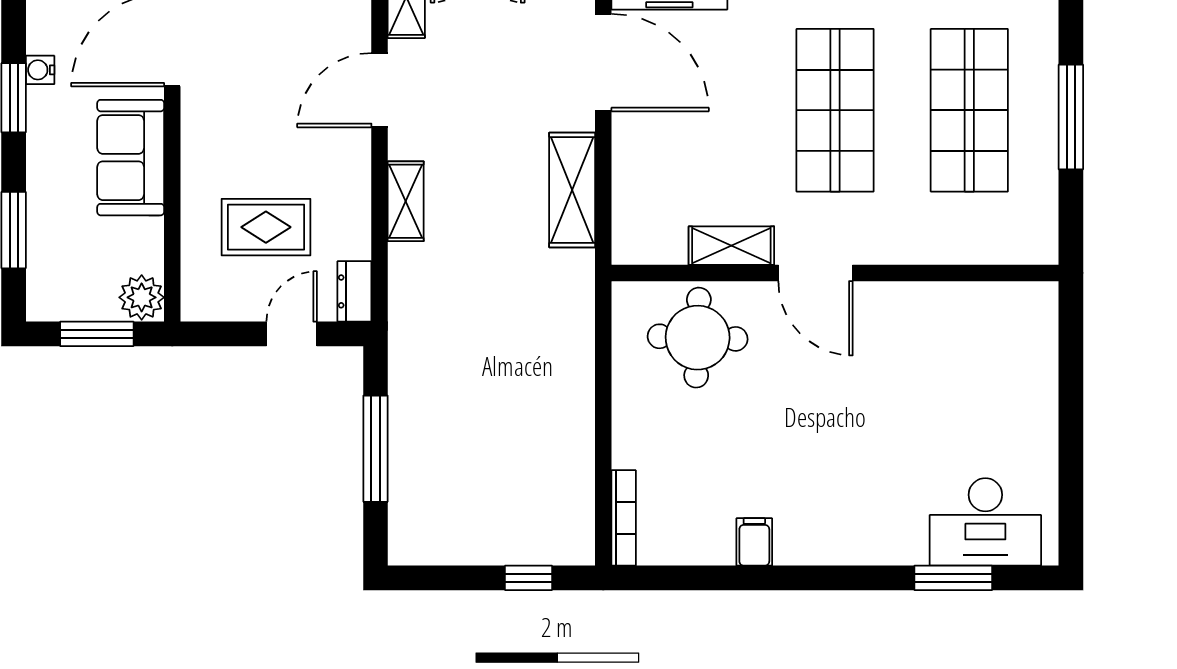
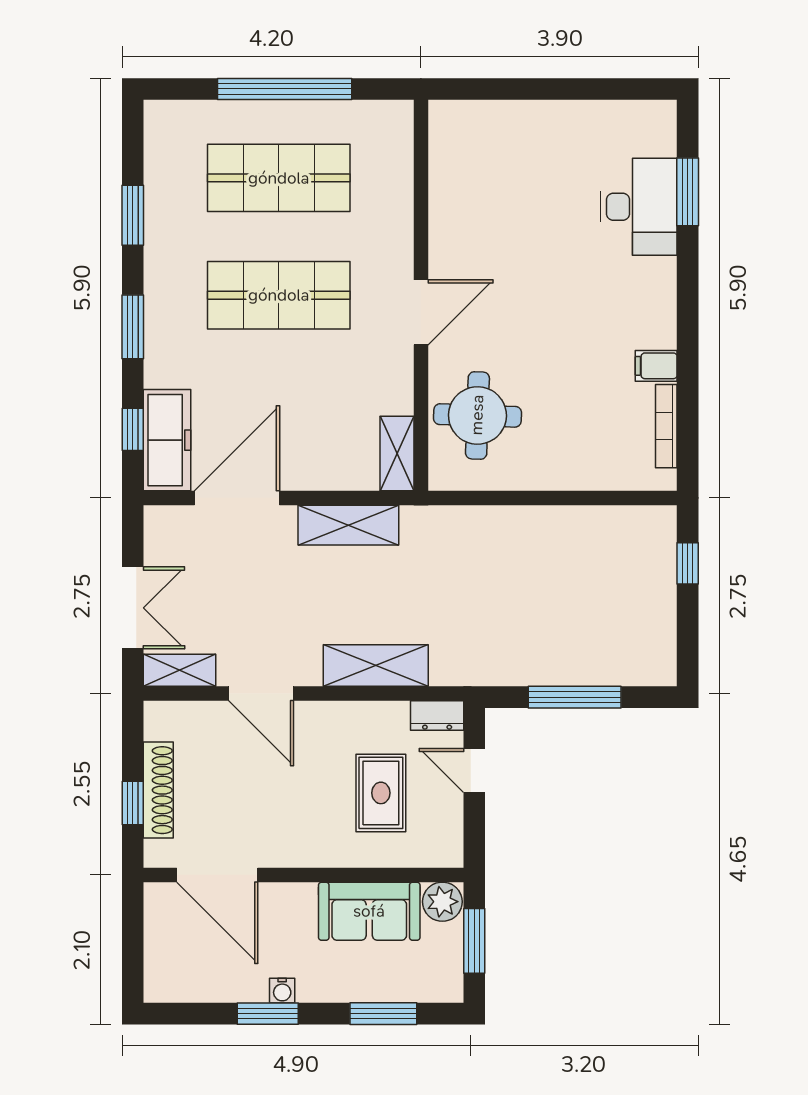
water cooler: (40, 70) -> (282, 990), moved
window: (1071, 117) -> (285, 89), width x1.46
sofa: (131, 158) -> (369, 911), moved
shelving: (406, 201) -> (376, 665), width x1.50, depth x1.33
shelving: (731, 246) -> (397, 453), moved
bookcase: (624, 518) -> (666, 426), moved, turned -90
desk: (985, 522) -> (639, 207), moved

